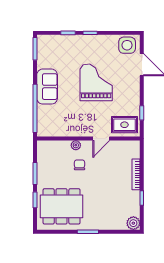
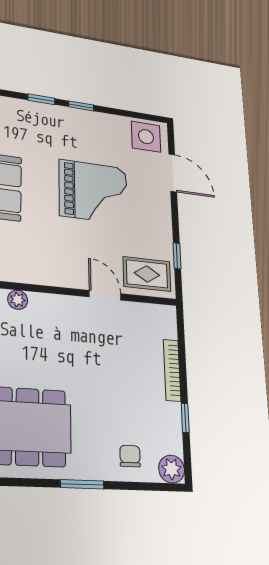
grand piano: (96, 82) -> (93, 192), turned 90
door: (101, 139) -> (105, 295), swing flipped
plant: (76, 145) -> (18, 300), moved
chair: (80, 165) -> (130, 456), moved

